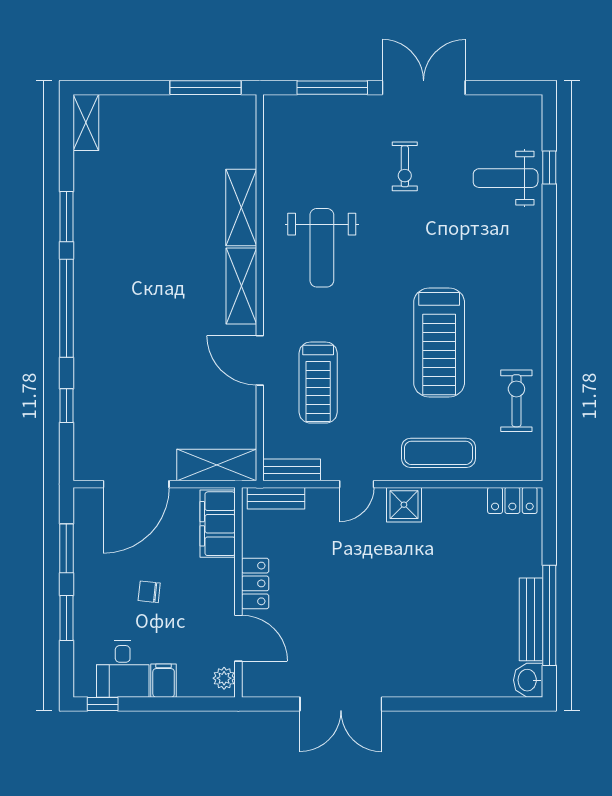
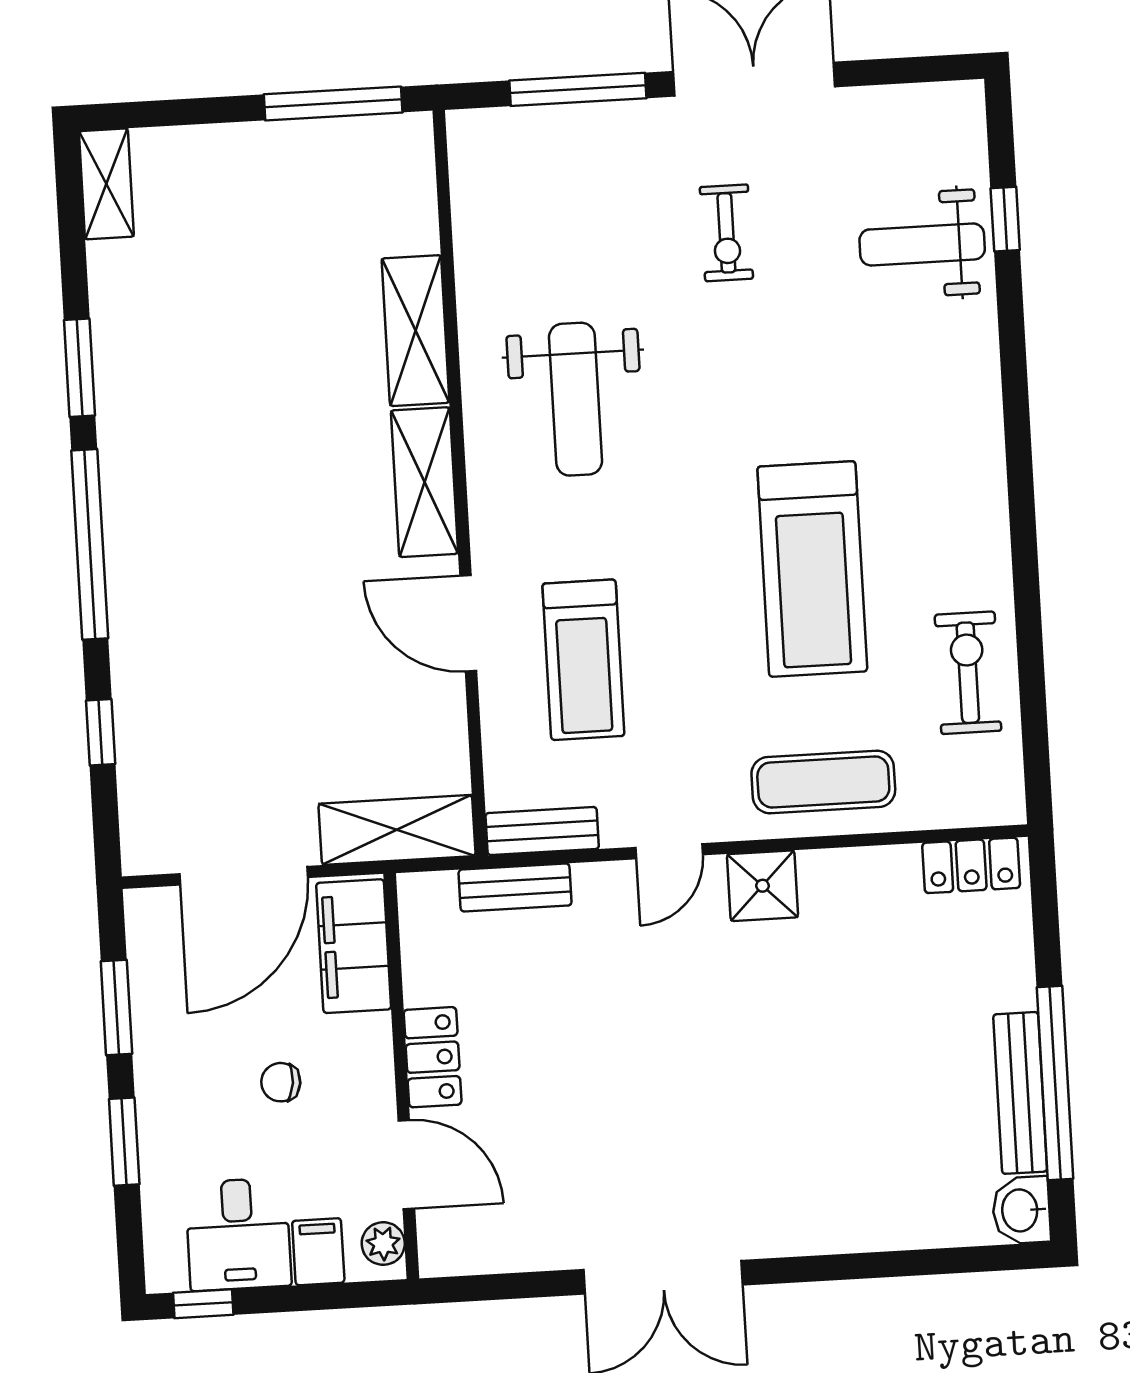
filing cabinet: (218, 524) -> (354, 946), moved
locker: (255, 583) -> (433, 1057), moved
wall: (238, 592) -> (401, 1076), moved
door: (238, 638) -> (406, 1164), moved
plant: (224, 678) -> (383, 1244), moved

